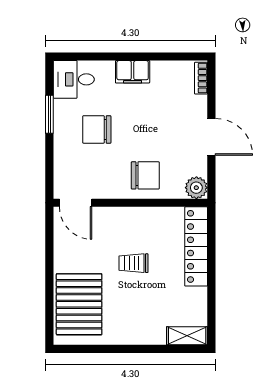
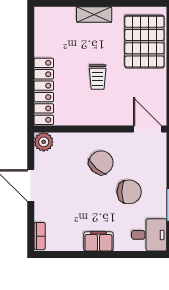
chair: (145, 175) -> (101, 163), moved, turned 131
trolley: (134, 263) -> (98, 77), turned 90
shelving: (187, 336) -> (94, 15), moved

